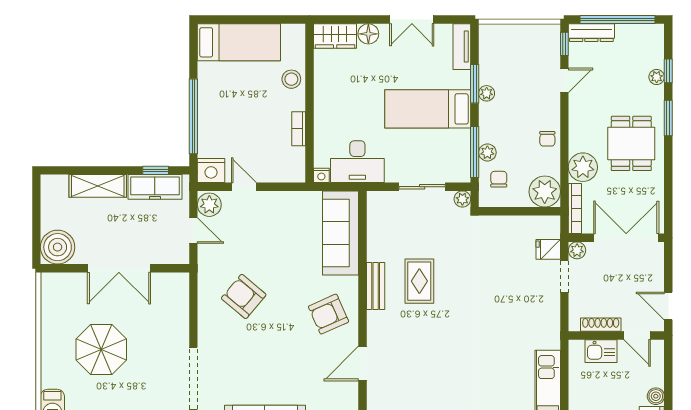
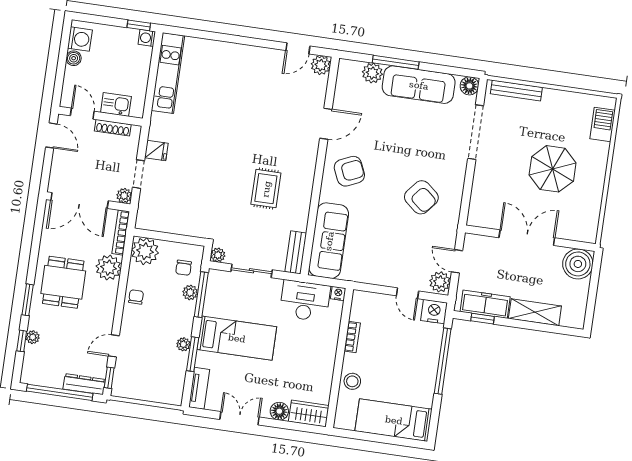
fridge: (548, 249) -> (156, 151), moved
bench: (376, 286) -> (296, 252), moved

